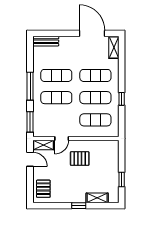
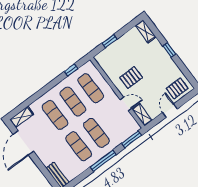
window: (122, 99) -> (71, 70), moved
door: (30, 159) -> (170, 111), moved
pallet: (80, 159) -> (131, 78), turned 90
window: (122, 180) -> (110, 41), moved
shelving: (97, 198) -> (146, 31), moved

